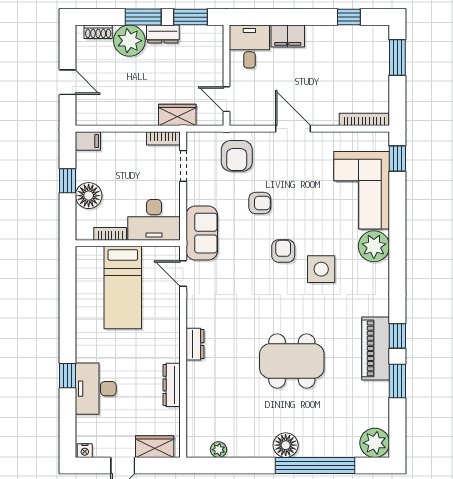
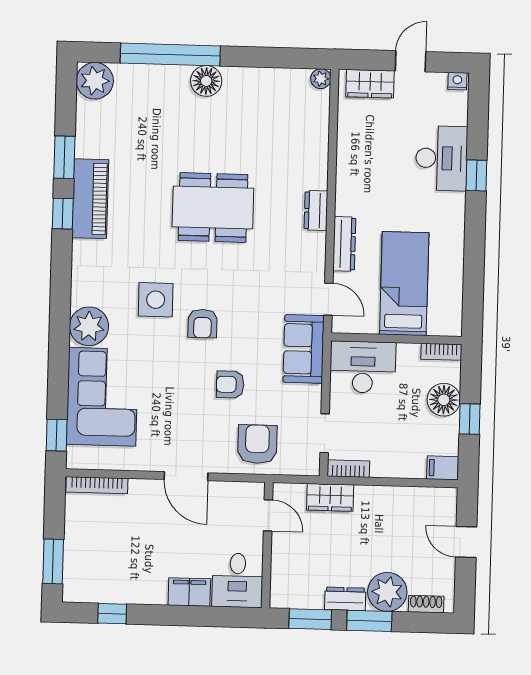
bookcase: (110, 234) -> (441, 352), moved
dining table: (292, 361) -> (213, 208), moved
dresser: (172, 385) -> (344, 244), moved
plant: (218, 450) -> (321, 79), moved

